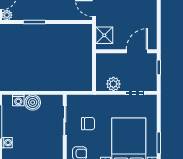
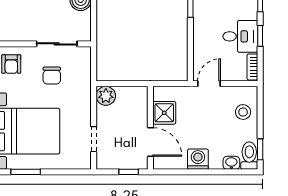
washing machine: (149, 16) -> (198, 159), added
shower: (104, 35) -> (164, 113), moved
plant: (113, 84) -> (106, 96), moved

